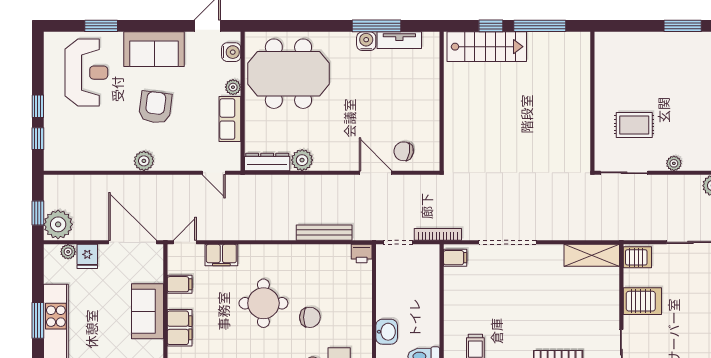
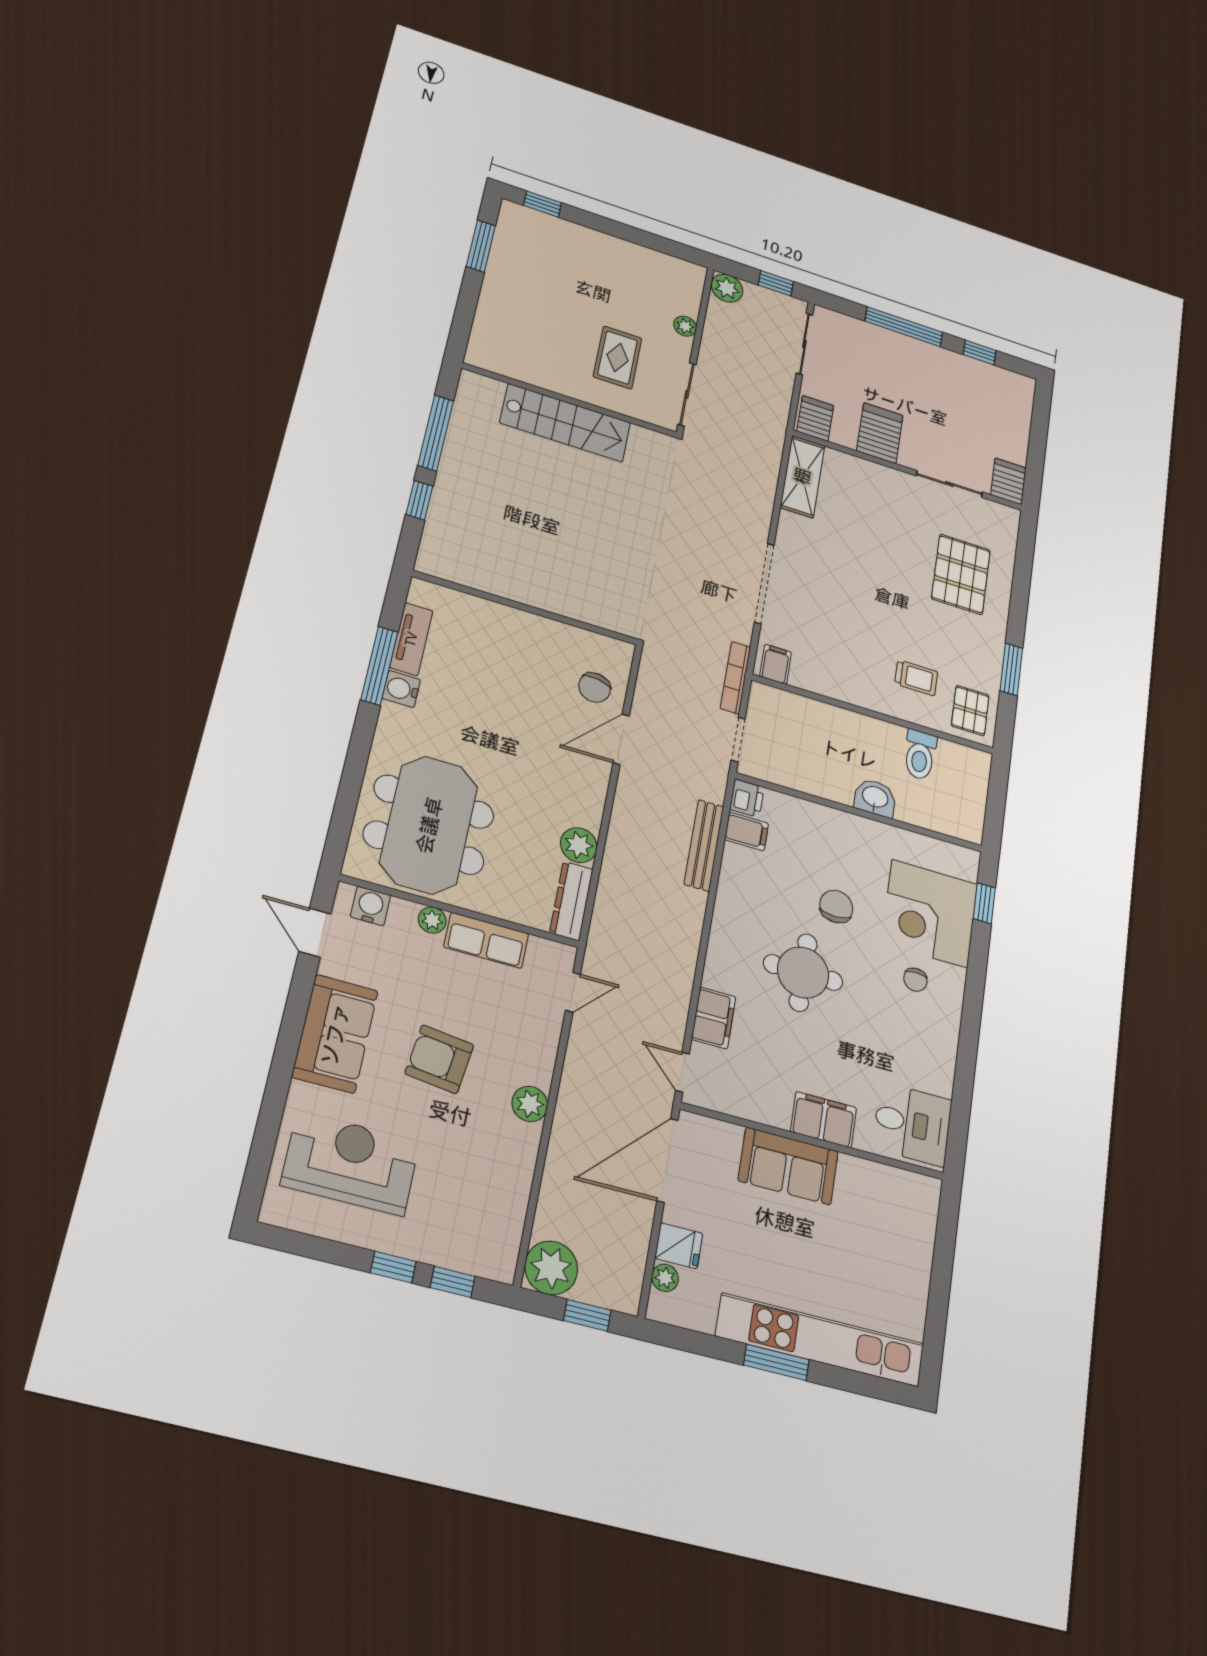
window: (101, 26) -> (271, 1115), removed
stairs: (487, 47) -> (565, 423), moved, turned 90
plant: (58, 224) -> (551, 1268), moved
filing cabinet: (180, 284) -> (747, 831), moved, turned 90

